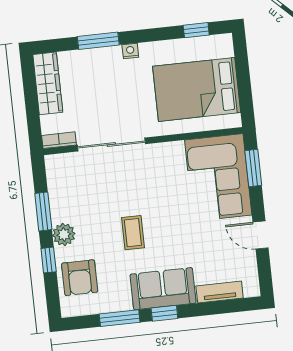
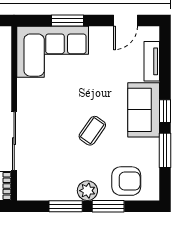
window: (253, 168) -> (68, 21), moved
coffee table: (133, 233) -> (92, 131), turned -55
door: (260, 235) -> (126, 21), moved
window: (49, 260) -> (108, 206), width x1.50

